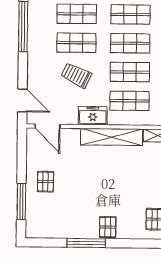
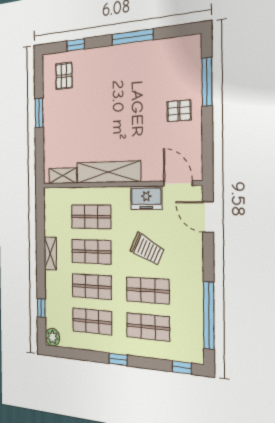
freezer: (93, 116) -> (146, 198), moved
pallet: (45, 182) -> (179, 111), turned 90
pallet: (108, 227) -> (110, 60), removed
window: (142, 243) -> (76, 45), added

